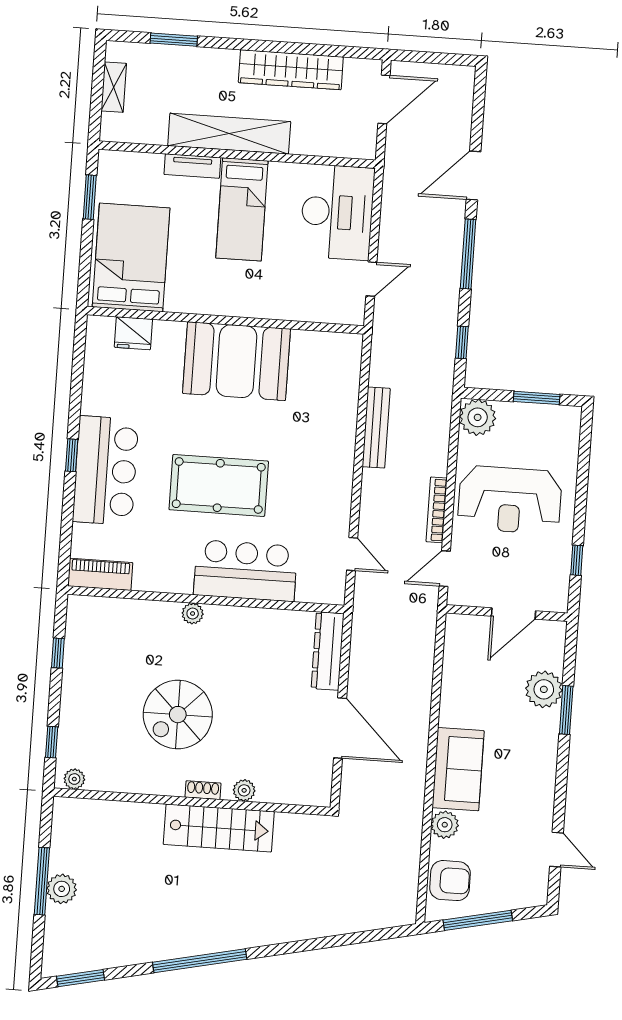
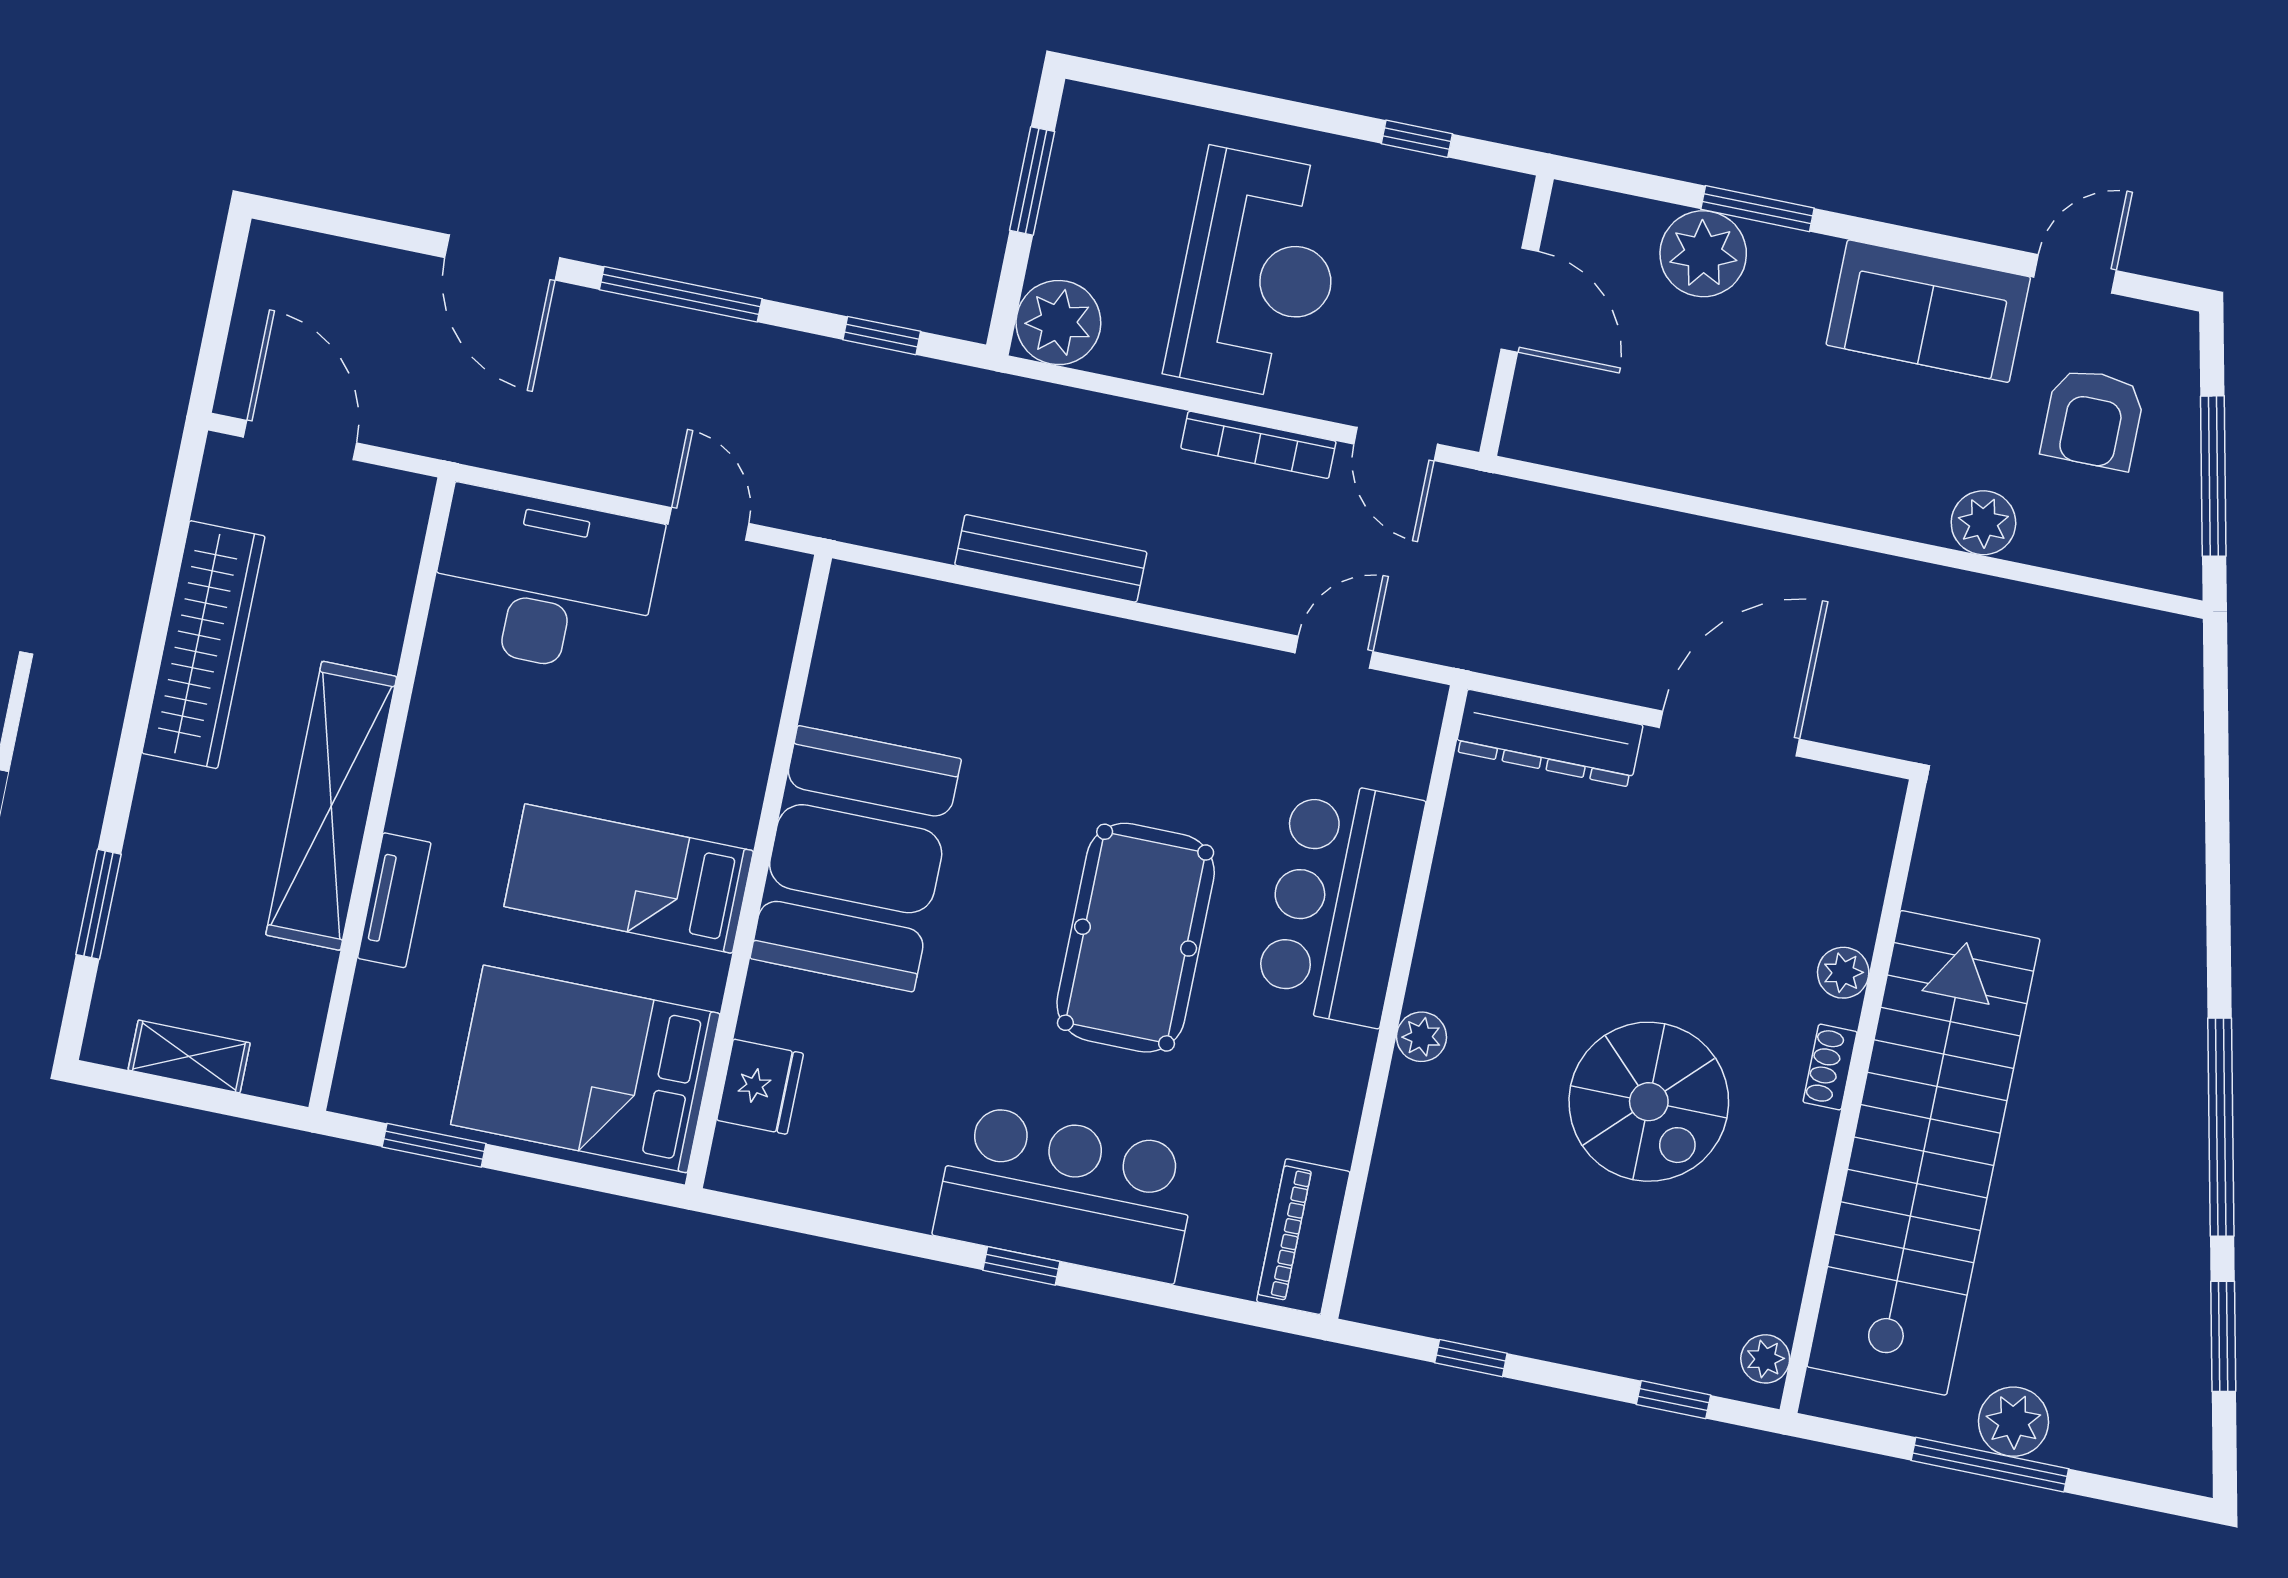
bed: (242, 209) -> (629, 879), moved, turned 180
sofa: (458, 769) -> (1928, 311), moved, turned 180
stairs: (219, 828) -> (1923, 1153), width x1.86, depth x1.51
armchair: (450, 881) -> (2093, 419), moved, turned 180
window: (80, 978) -> (2223, 1336), moved

